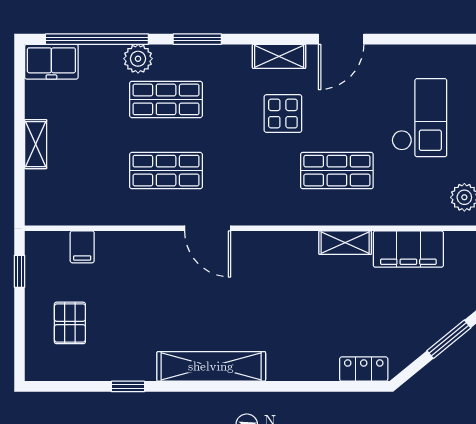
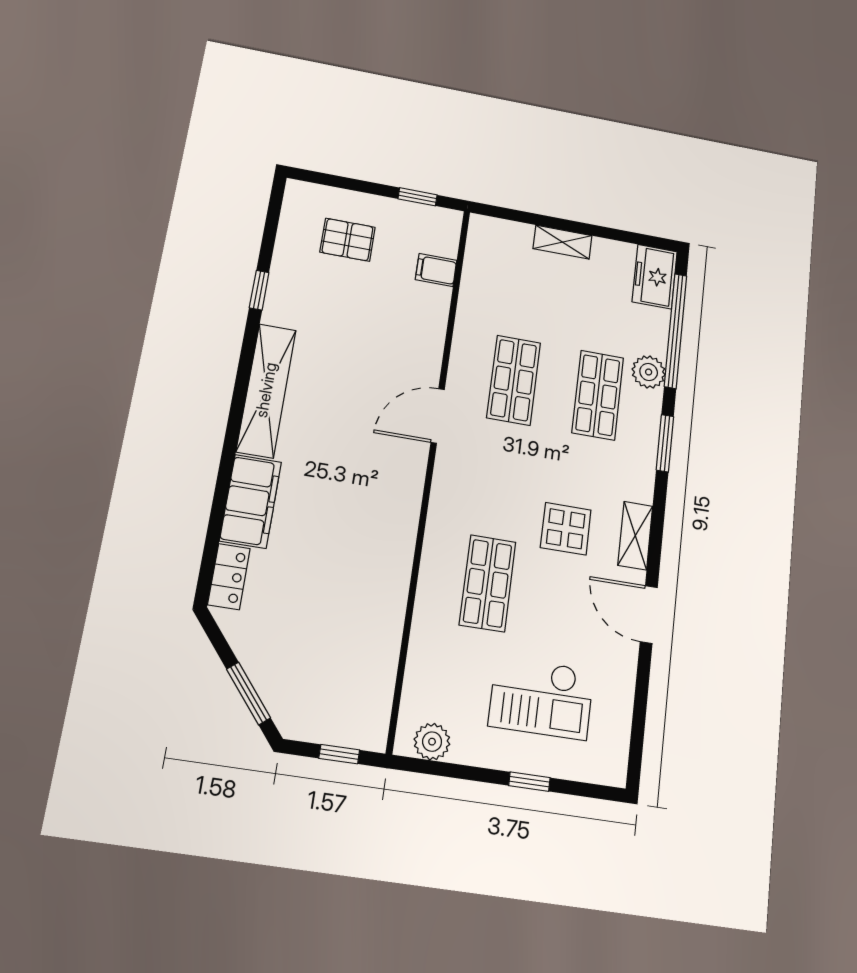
shelving: (345, 243) -> (396, 579), removed
filing cabinet: (408, 249) -> (251, 501), moved, turned 180

